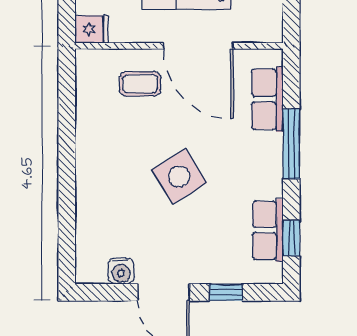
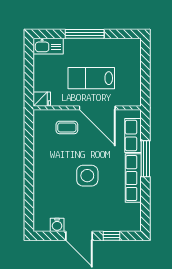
side table: (179, 176) -> (87, 176), turned 32
row of seats: (268, 230) -> (133, 178), moved, width x1.48
window: (291, 238) -> (145, 208), removed

